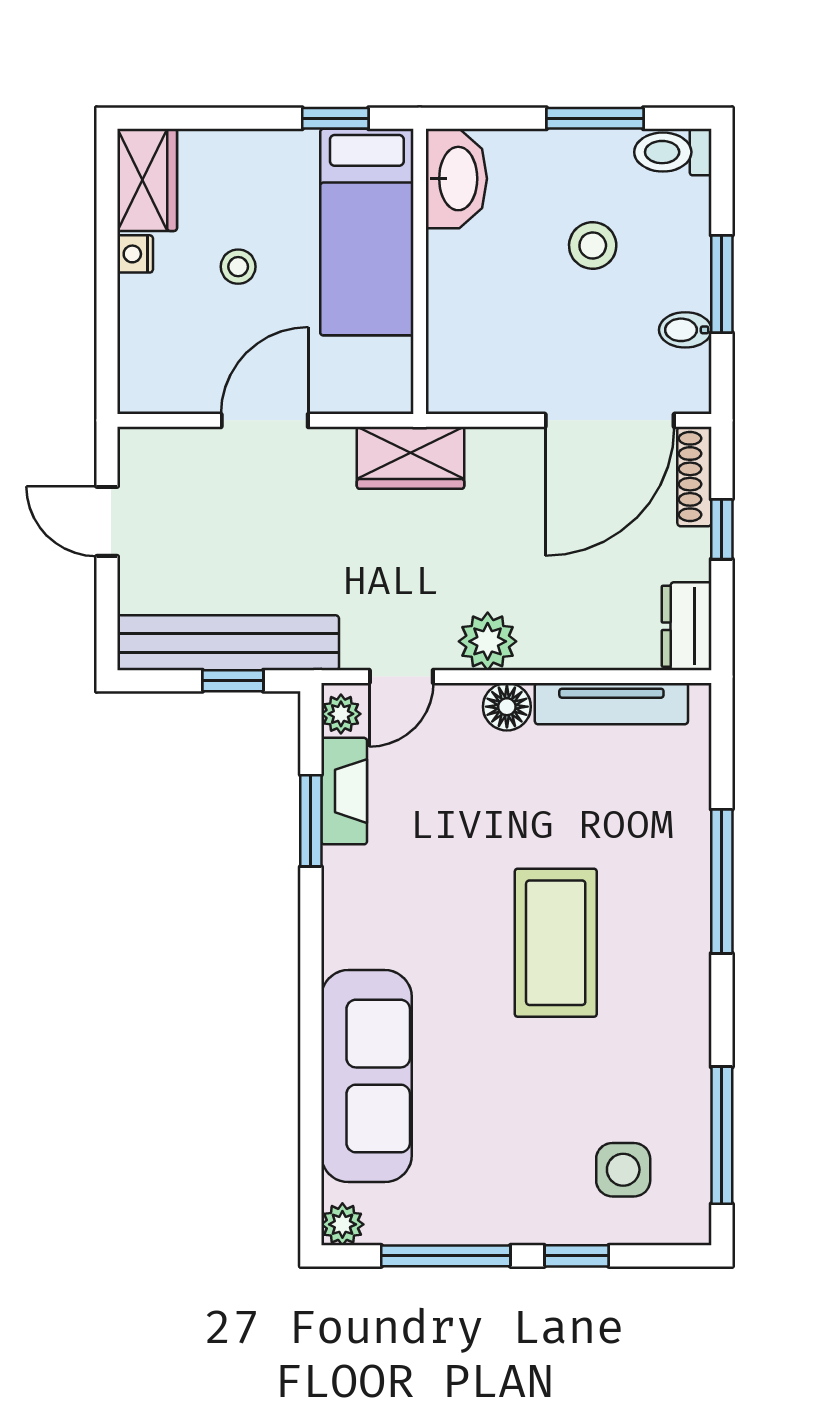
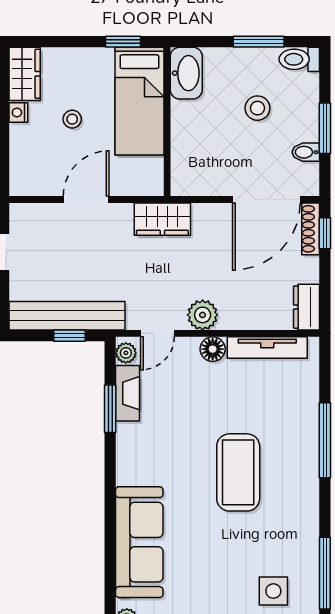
window: (722, 529) -> (325, 233), moved

